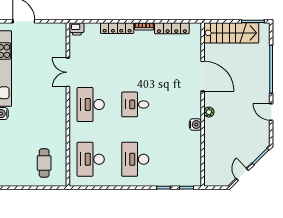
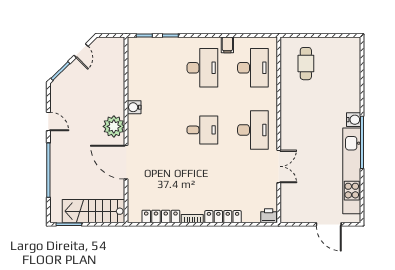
plant: (209, 112) -> (114, 126), width x1.87, depth x1.87
filing cabinet: (113, 179) -> (227, 45), added

